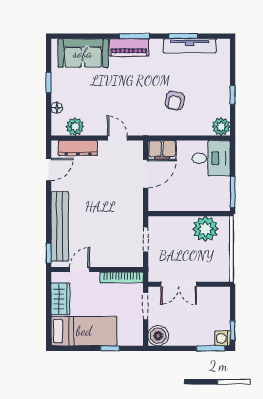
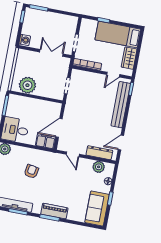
sofa: (83, 53) -> (97, 209), moved, turned -90
boiler: (158, 336) -> (71, 22), removed
washing machine: (223, 338) -> (25, 40), moved

